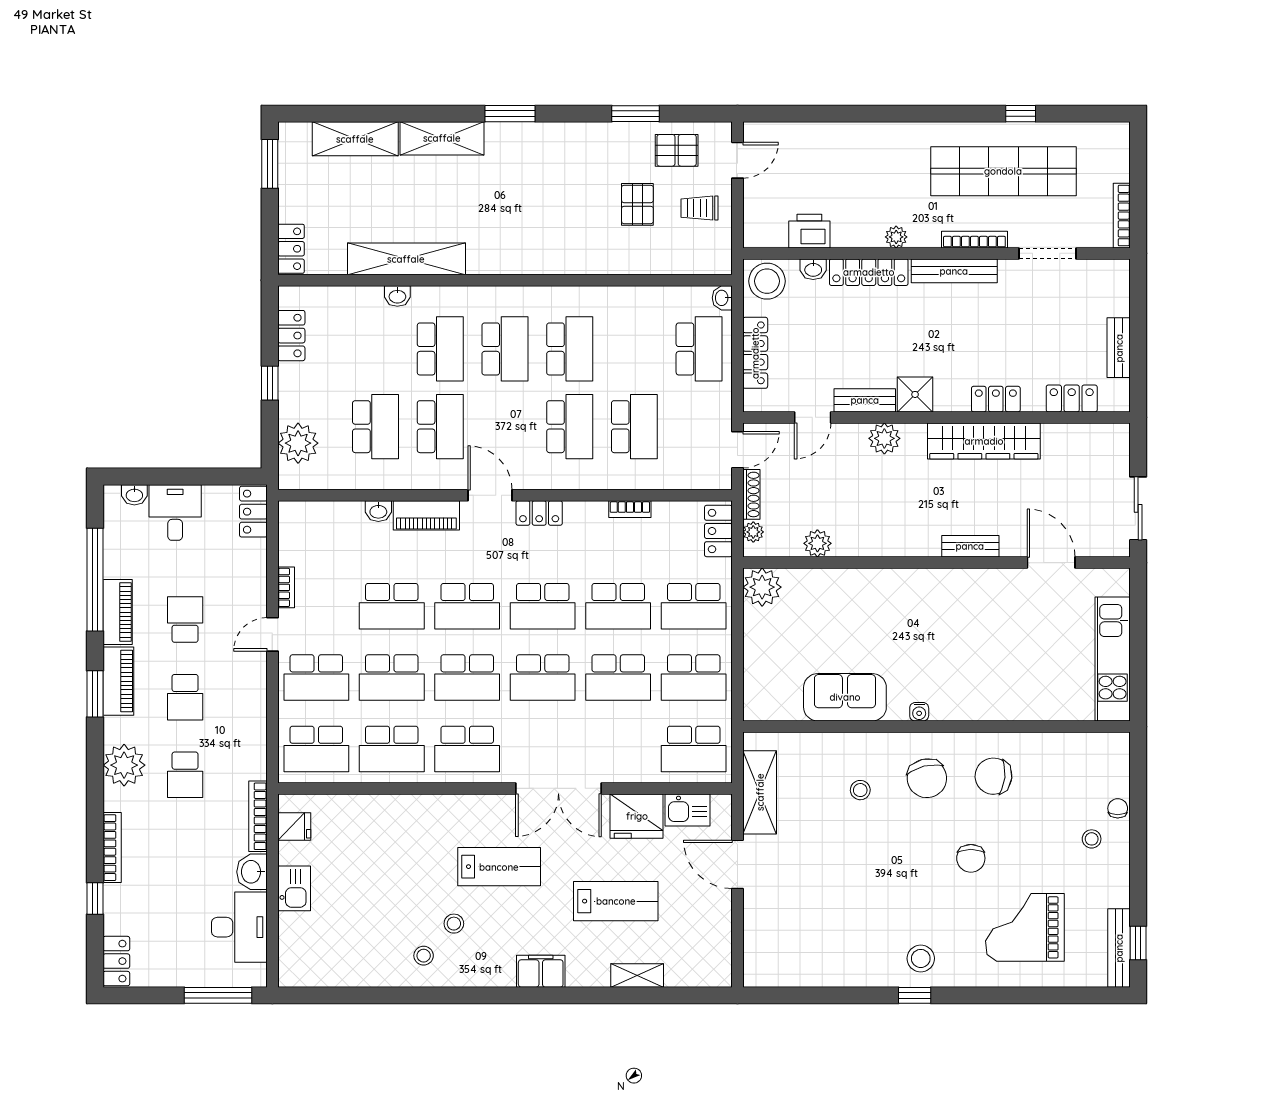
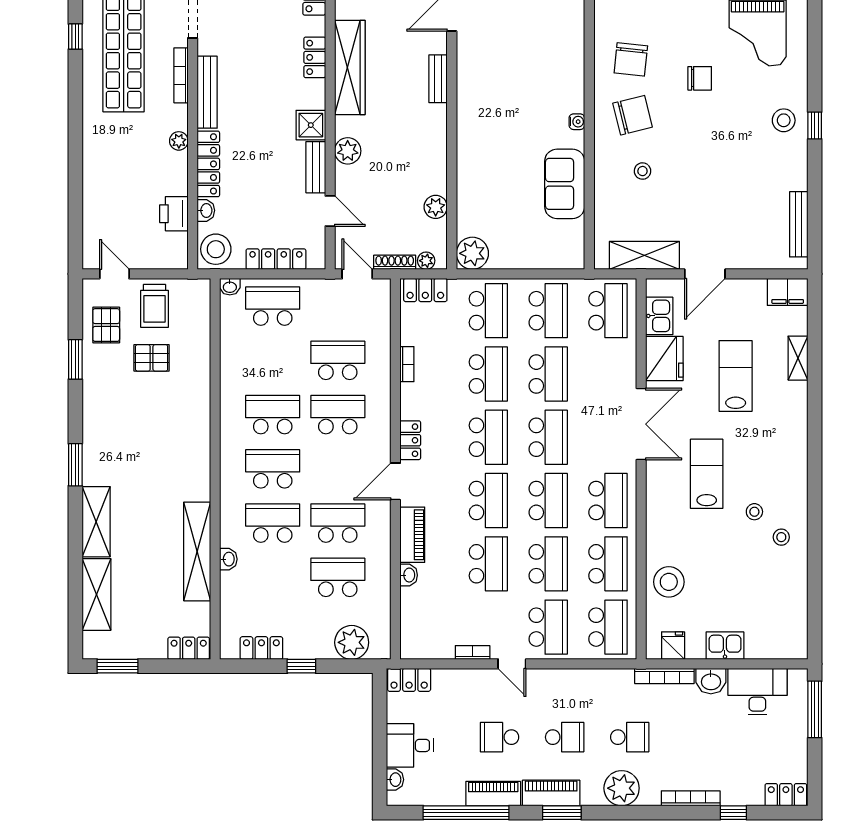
trolley: (699, 208) -> (155, 306), width x1.36, depth x1.39
stool: (370, 821) -> (669, 582), added
filing cabinet: (541, 971) -> (788, 292), moved, turned -90
bench: (797, 976) -> (799, 224), added

